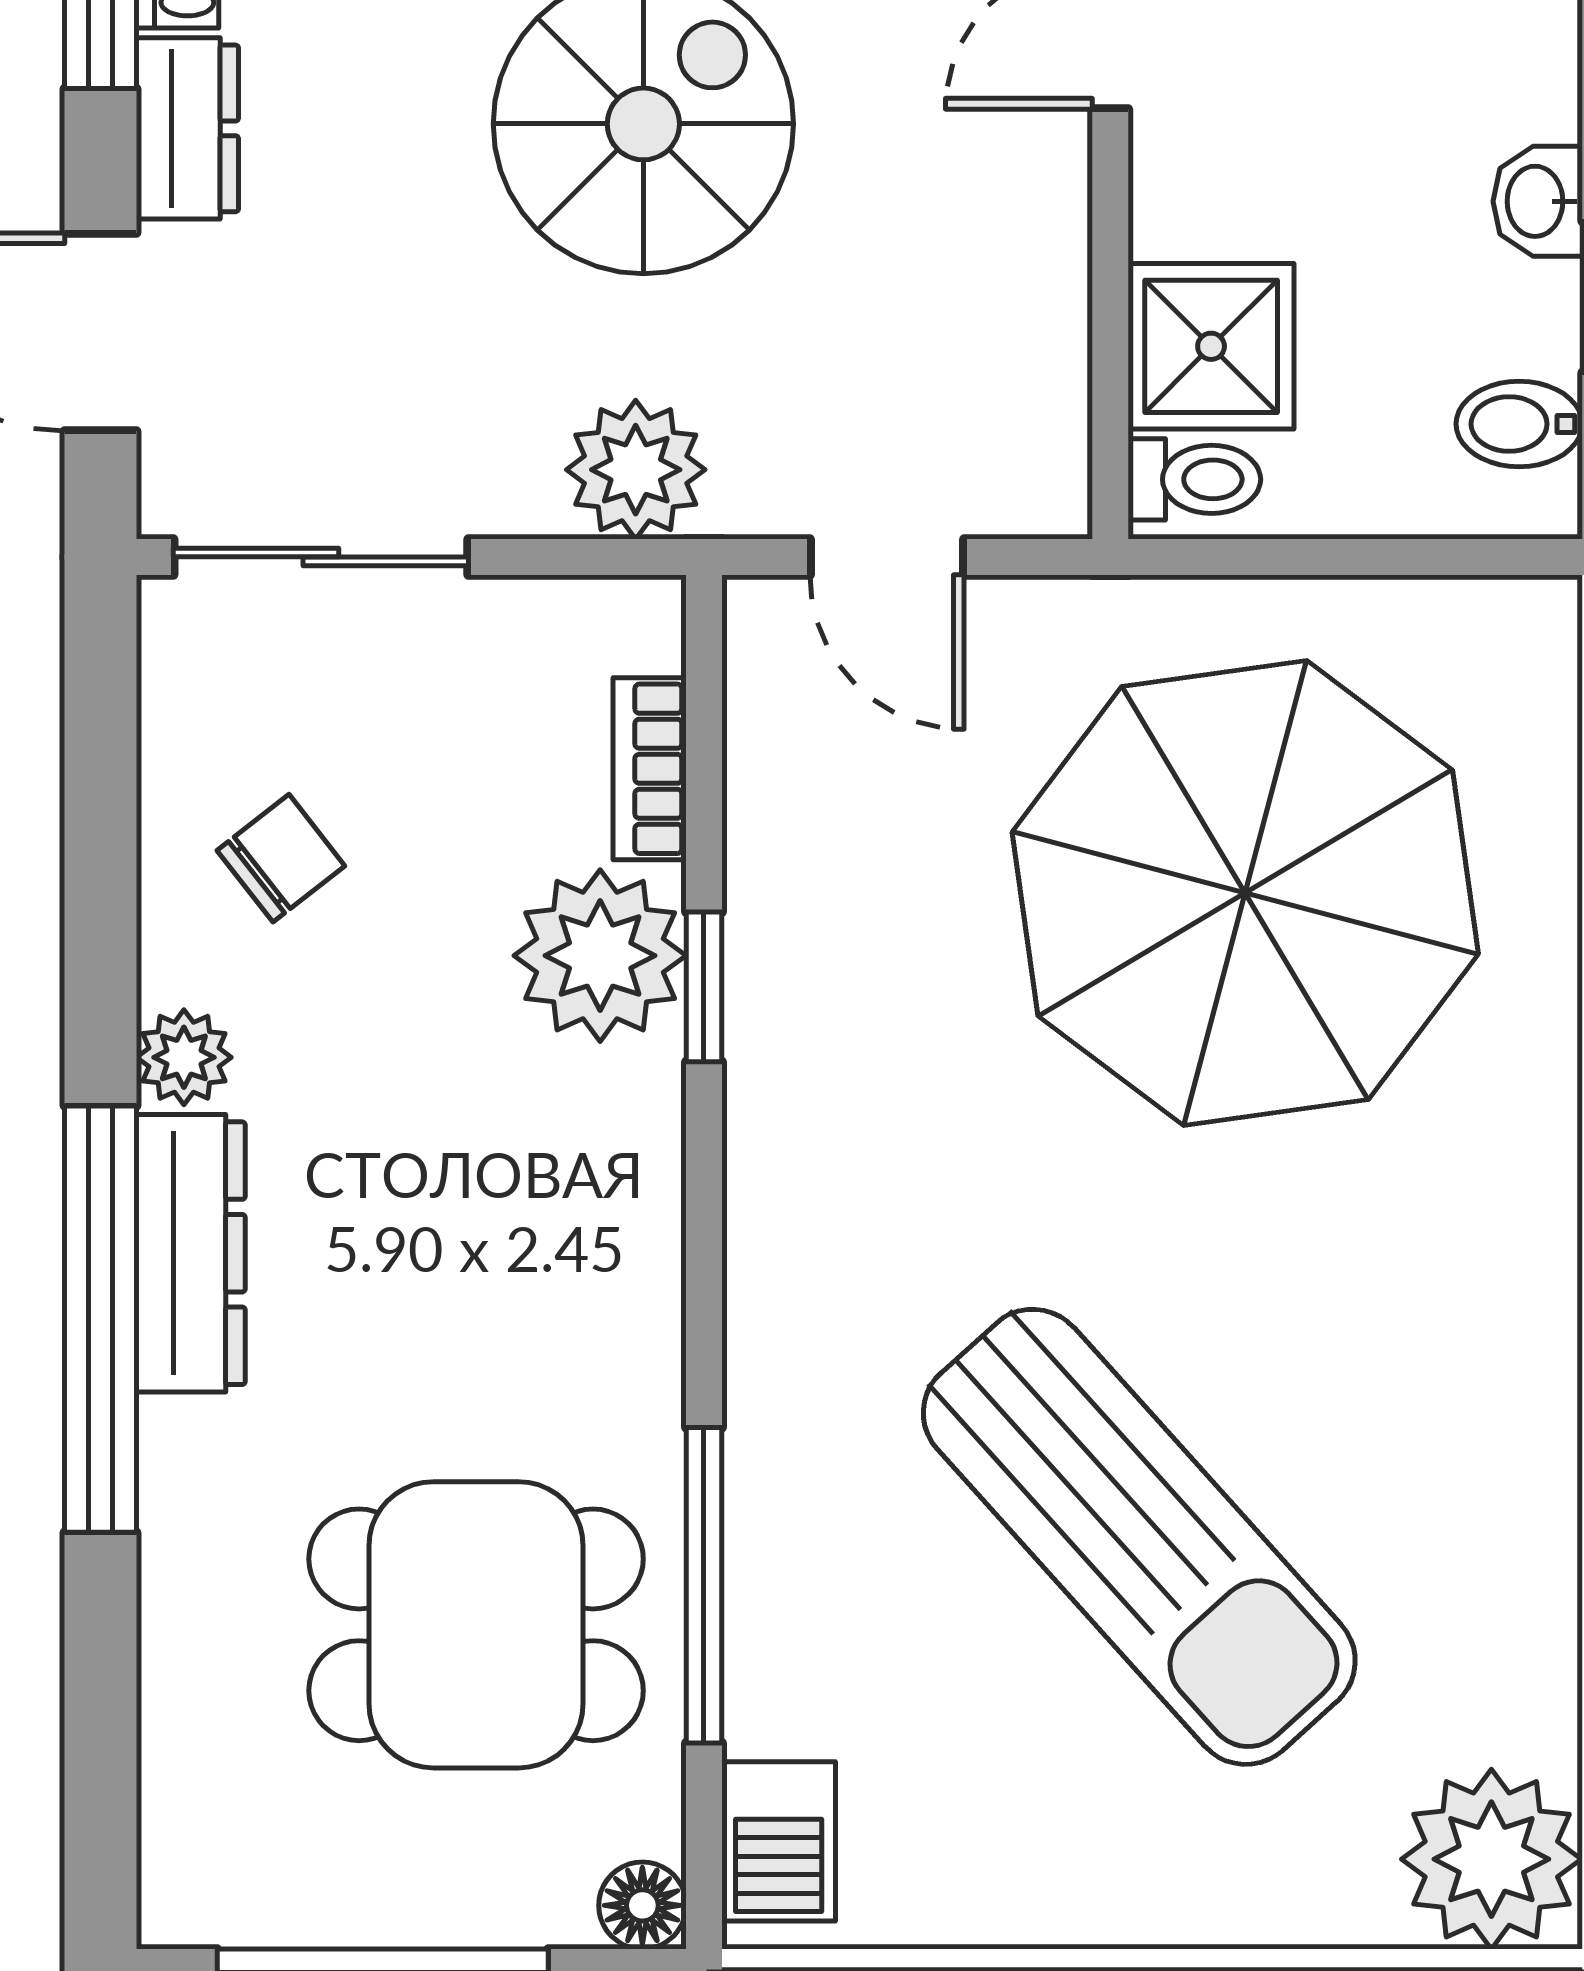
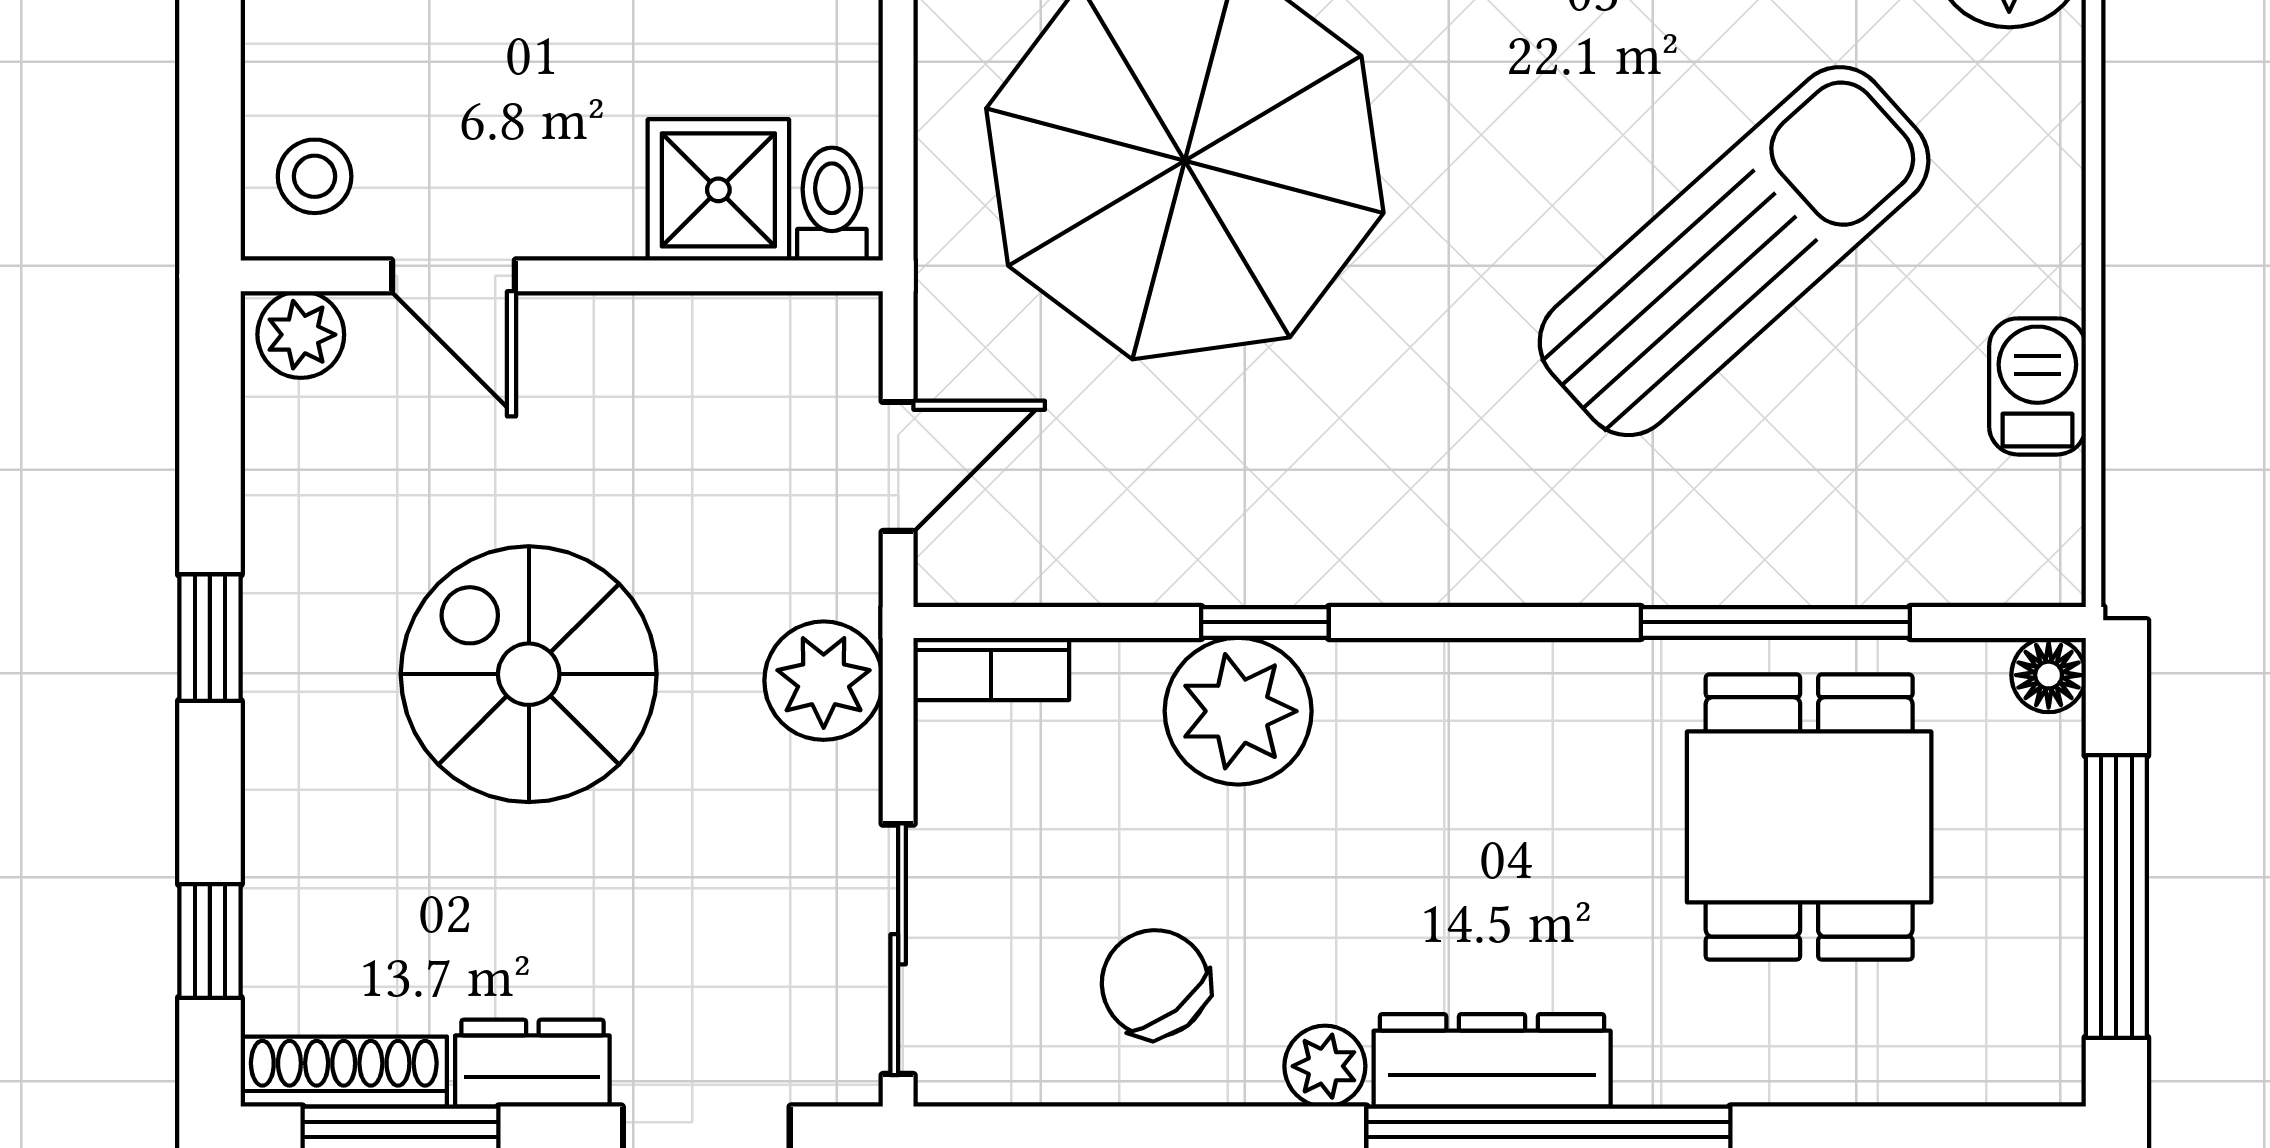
bookcase: (650, 769) -> (991, 669), moved
chair: (281, 858) -> (1155, 983), width x1.37, depth x1.37
barbecue: (779, 1841) -> (2037, 386), moved, turned -90

